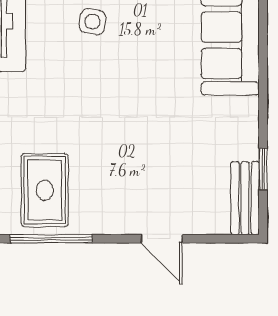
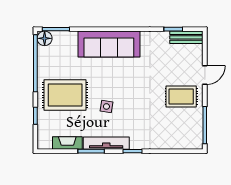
rug: (45, 190) -> (181, 97), moved

